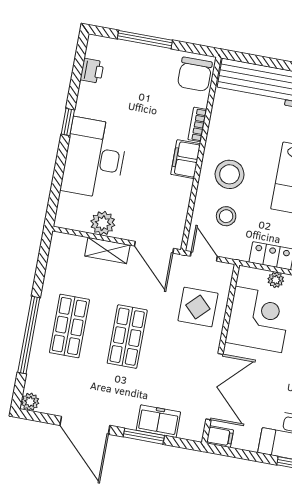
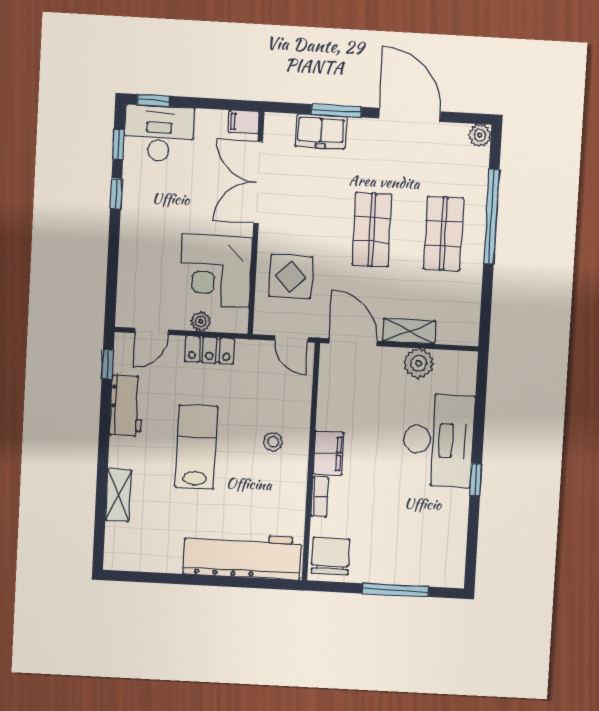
printer: (92, 71) -> (454, 544), removed
stool: (230, 174) -> (273, 442), width x0.53, depth x0.53
stool: (226, 216) -> (271, 391), removed

